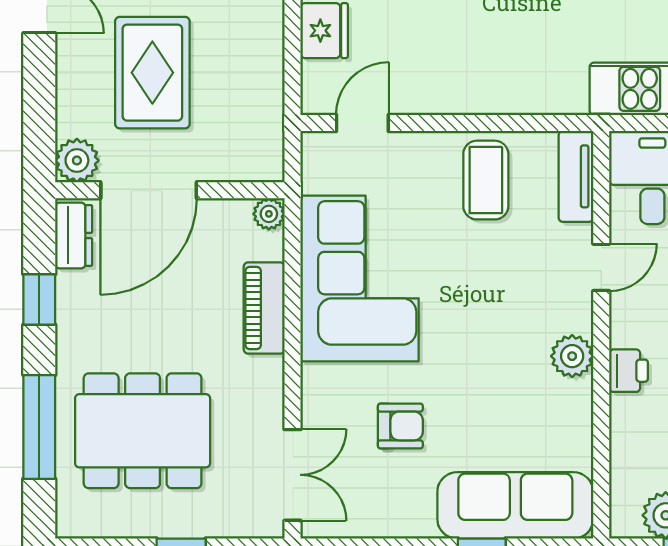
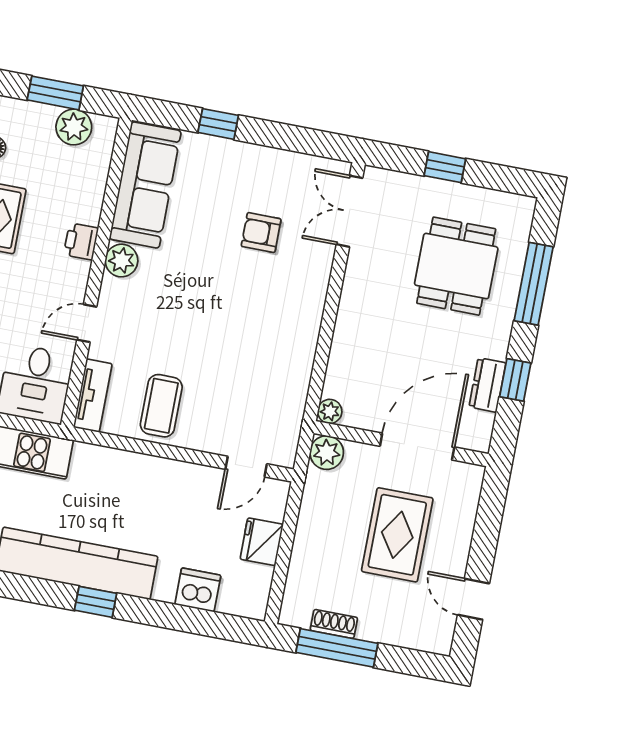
plant: (77, 160) -> (327, 453), moved
dresser: (74, 235) -> (487, 385), moved
corner sofa: (360, 278) -> (271, 350), removed
piano: (264, 308) -> (347, 341), removed
dining table: (143, 431) -> (456, 266), width x0.73
sofa: (515, 505) -> (145, 185), moved, turned -90

